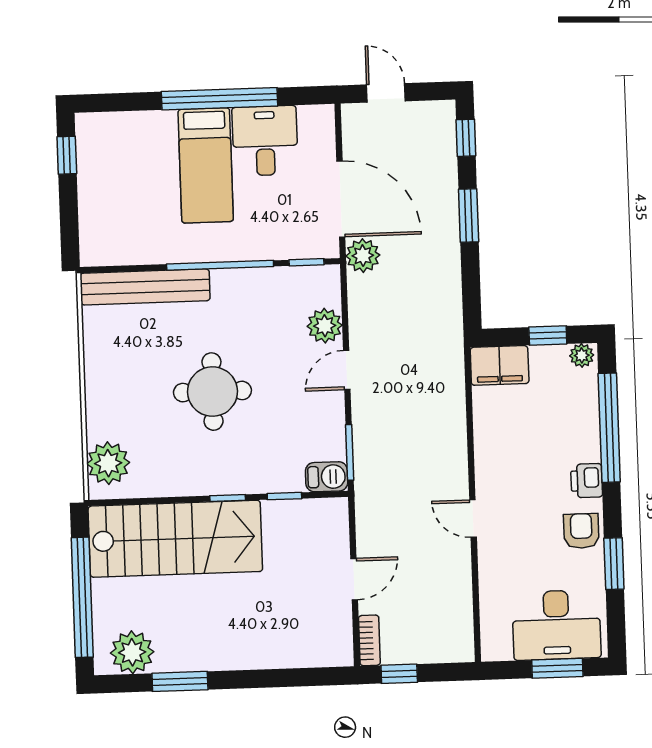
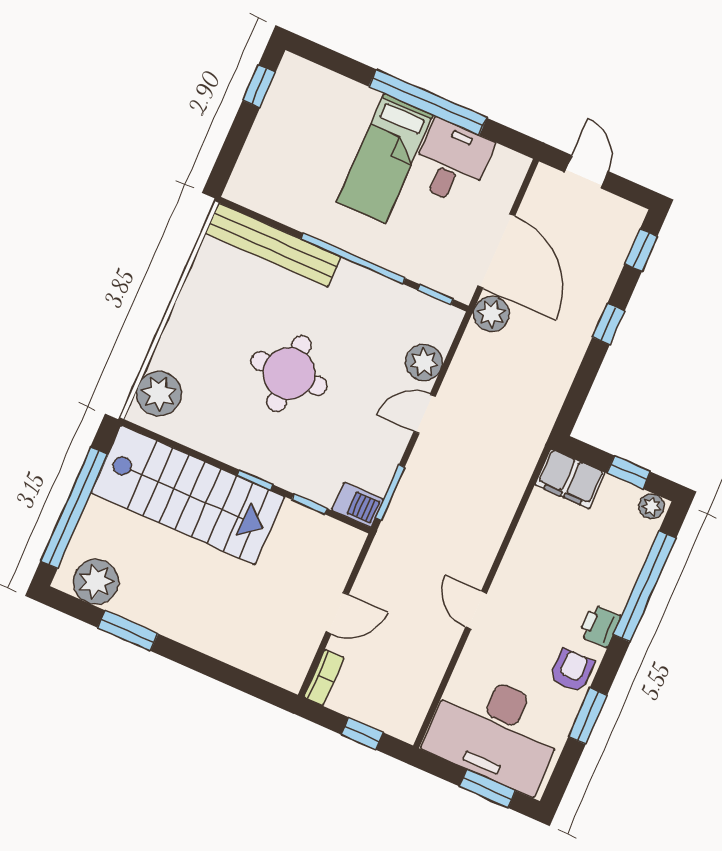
window: (469, 216) -> (609, 324), width x0.67
desk: (556, 625) -> (495, 731), width x1.36, depth x1.30
window: (399, 674) -> (362, 734), moved

